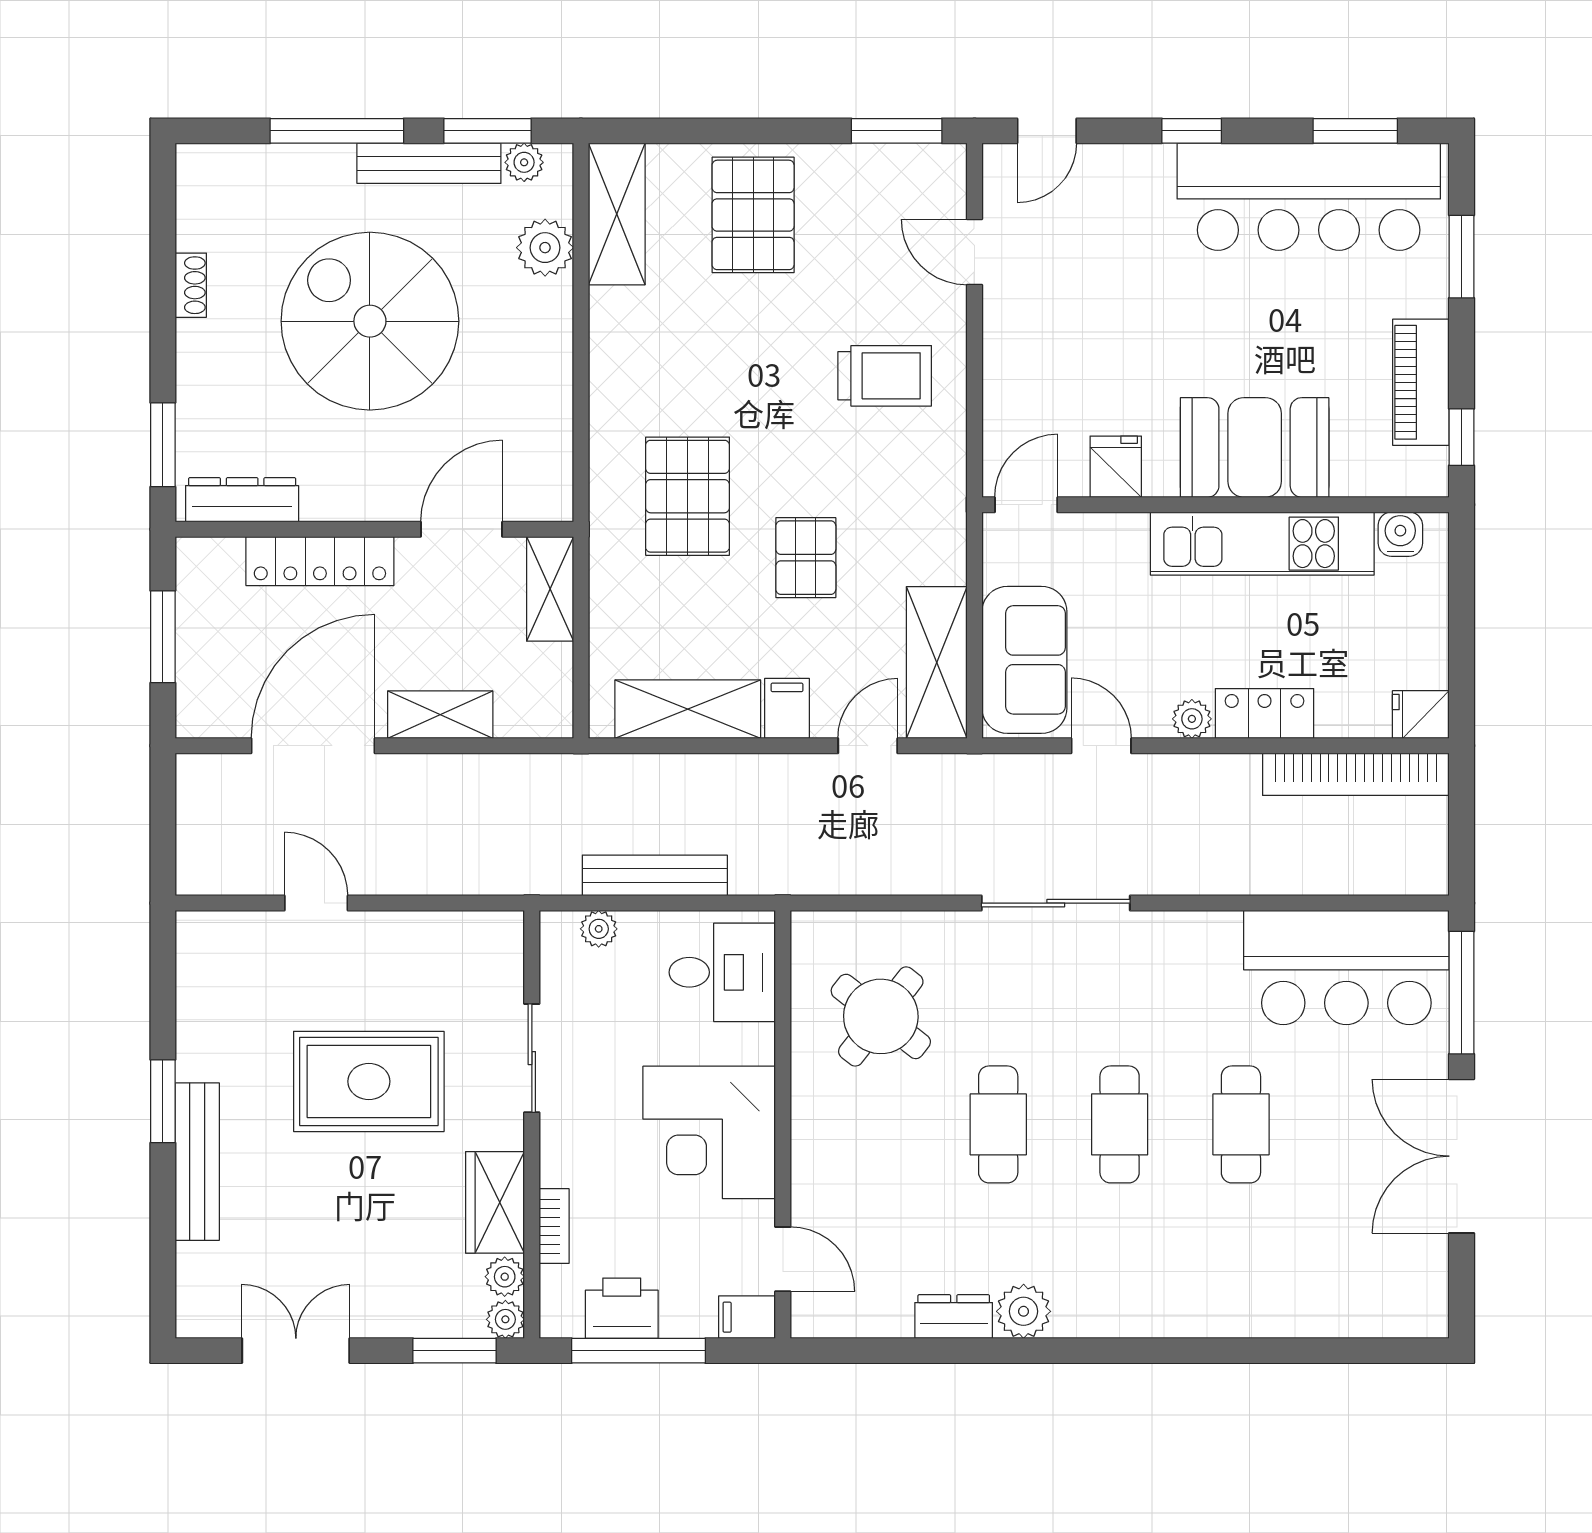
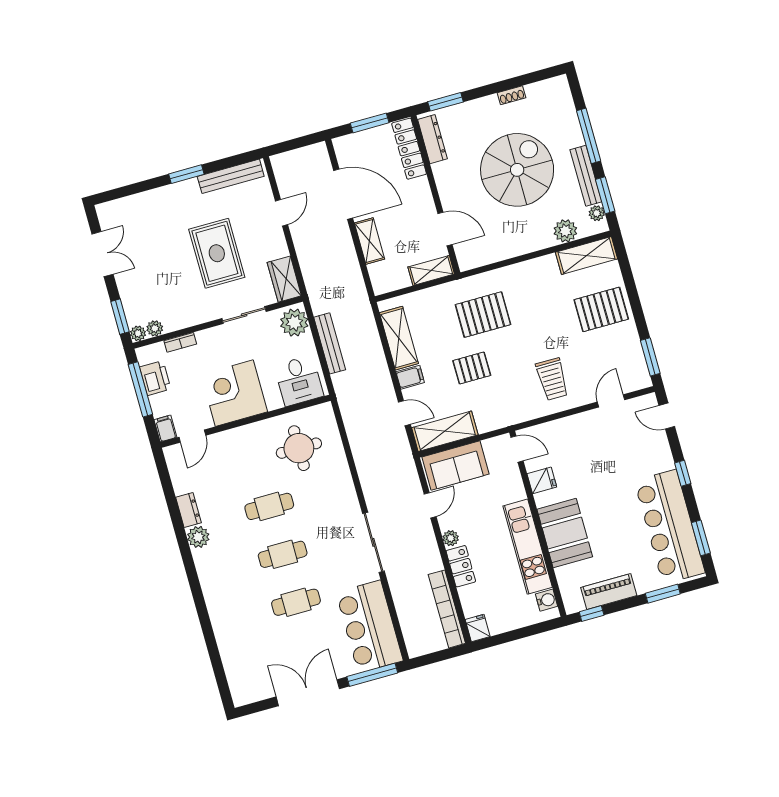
locker: (320, 561) -> (409, 149), moved
sliding door: (1056, 903) -> (373, 542), moved
plant: (599, 929) -> (294, 323), width x1.88, depth x1.88
round table: (881, 1016) -> (299, 448), turned -38
bench: (197, 1162) -> (231, 176), moved
wardrobe: (495, 1202) -> (284, 279), moved, turned -90

